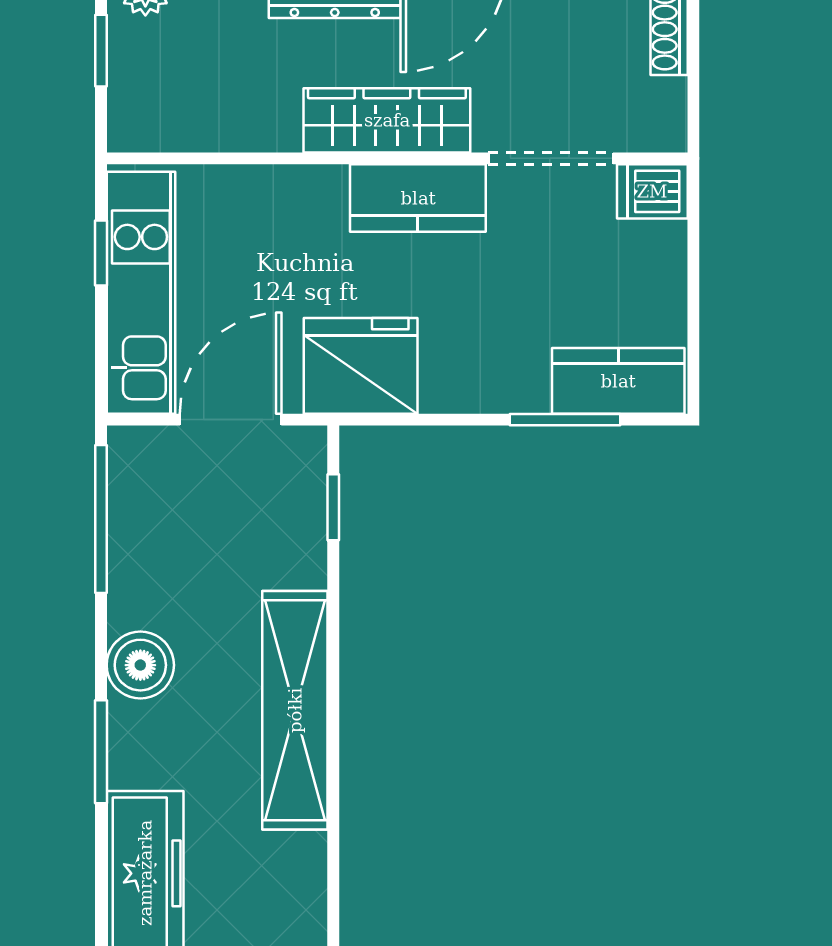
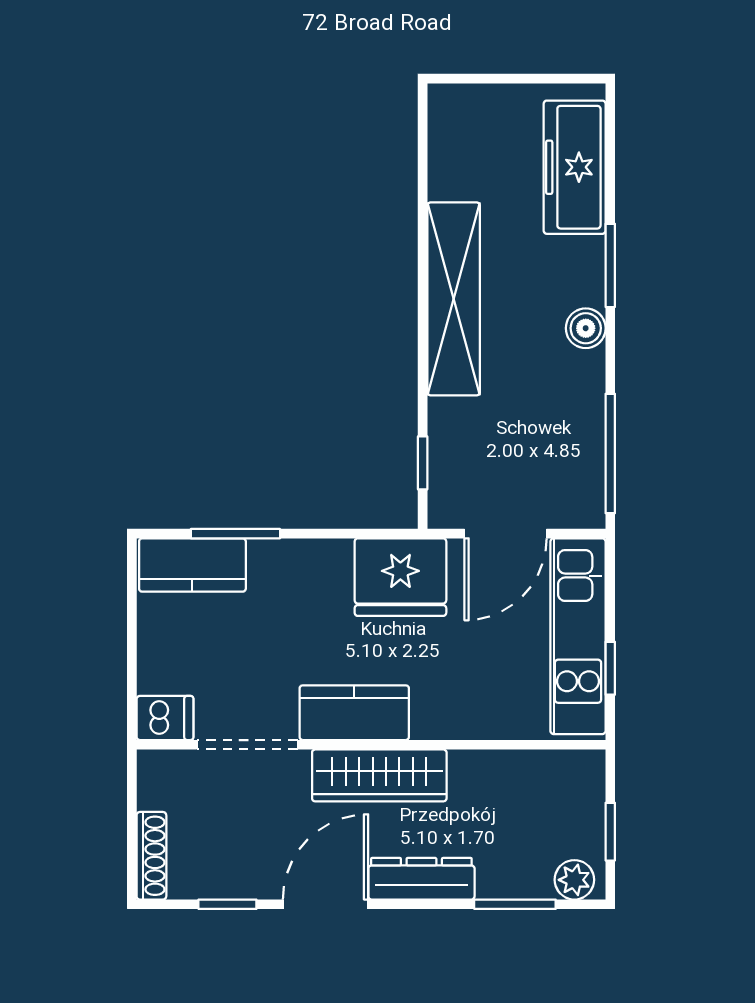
boiler: (140, 665) -> (586, 328), width x0.73, depth x0.73

